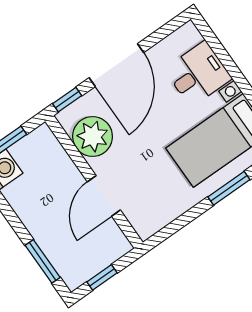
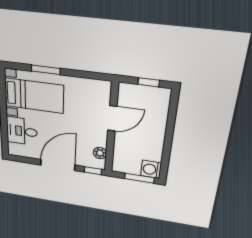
plant: (93, 136) -> (100, 153), width x0.53, depth x0.53
window: (43, 261) -> (172, 115), removed

